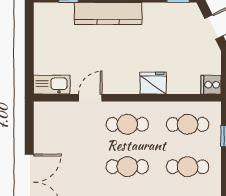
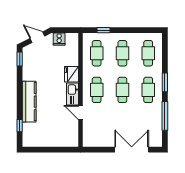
kitchen sink: (52, 85) -> (72, 94), moved
cooker: (211, 85) -> (59, 39), moved

